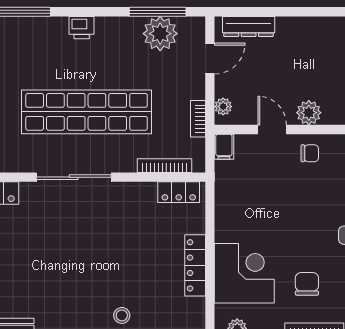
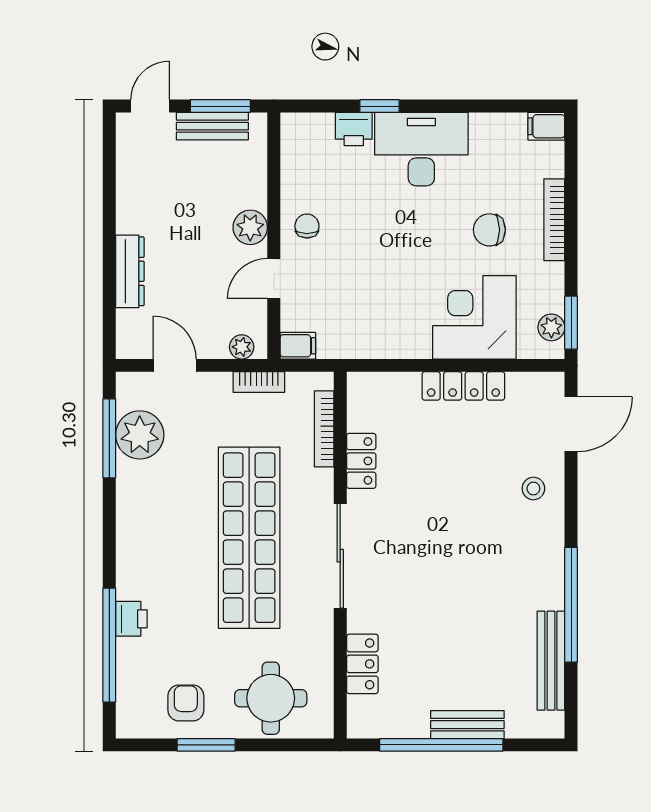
dresser: (249, 26) -> (130, 271), moved
printer: (82, 28) -> (131, 619), moved
locker: (179, 192) -> (361, 461), moved

